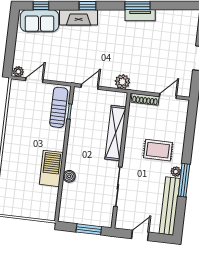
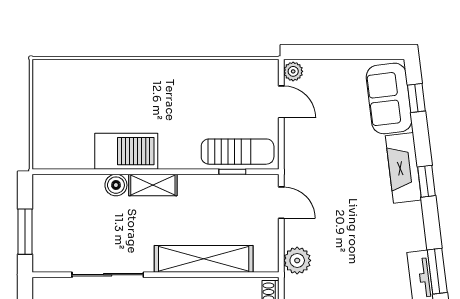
shelving: (72, 156) -> (153, 185), added

